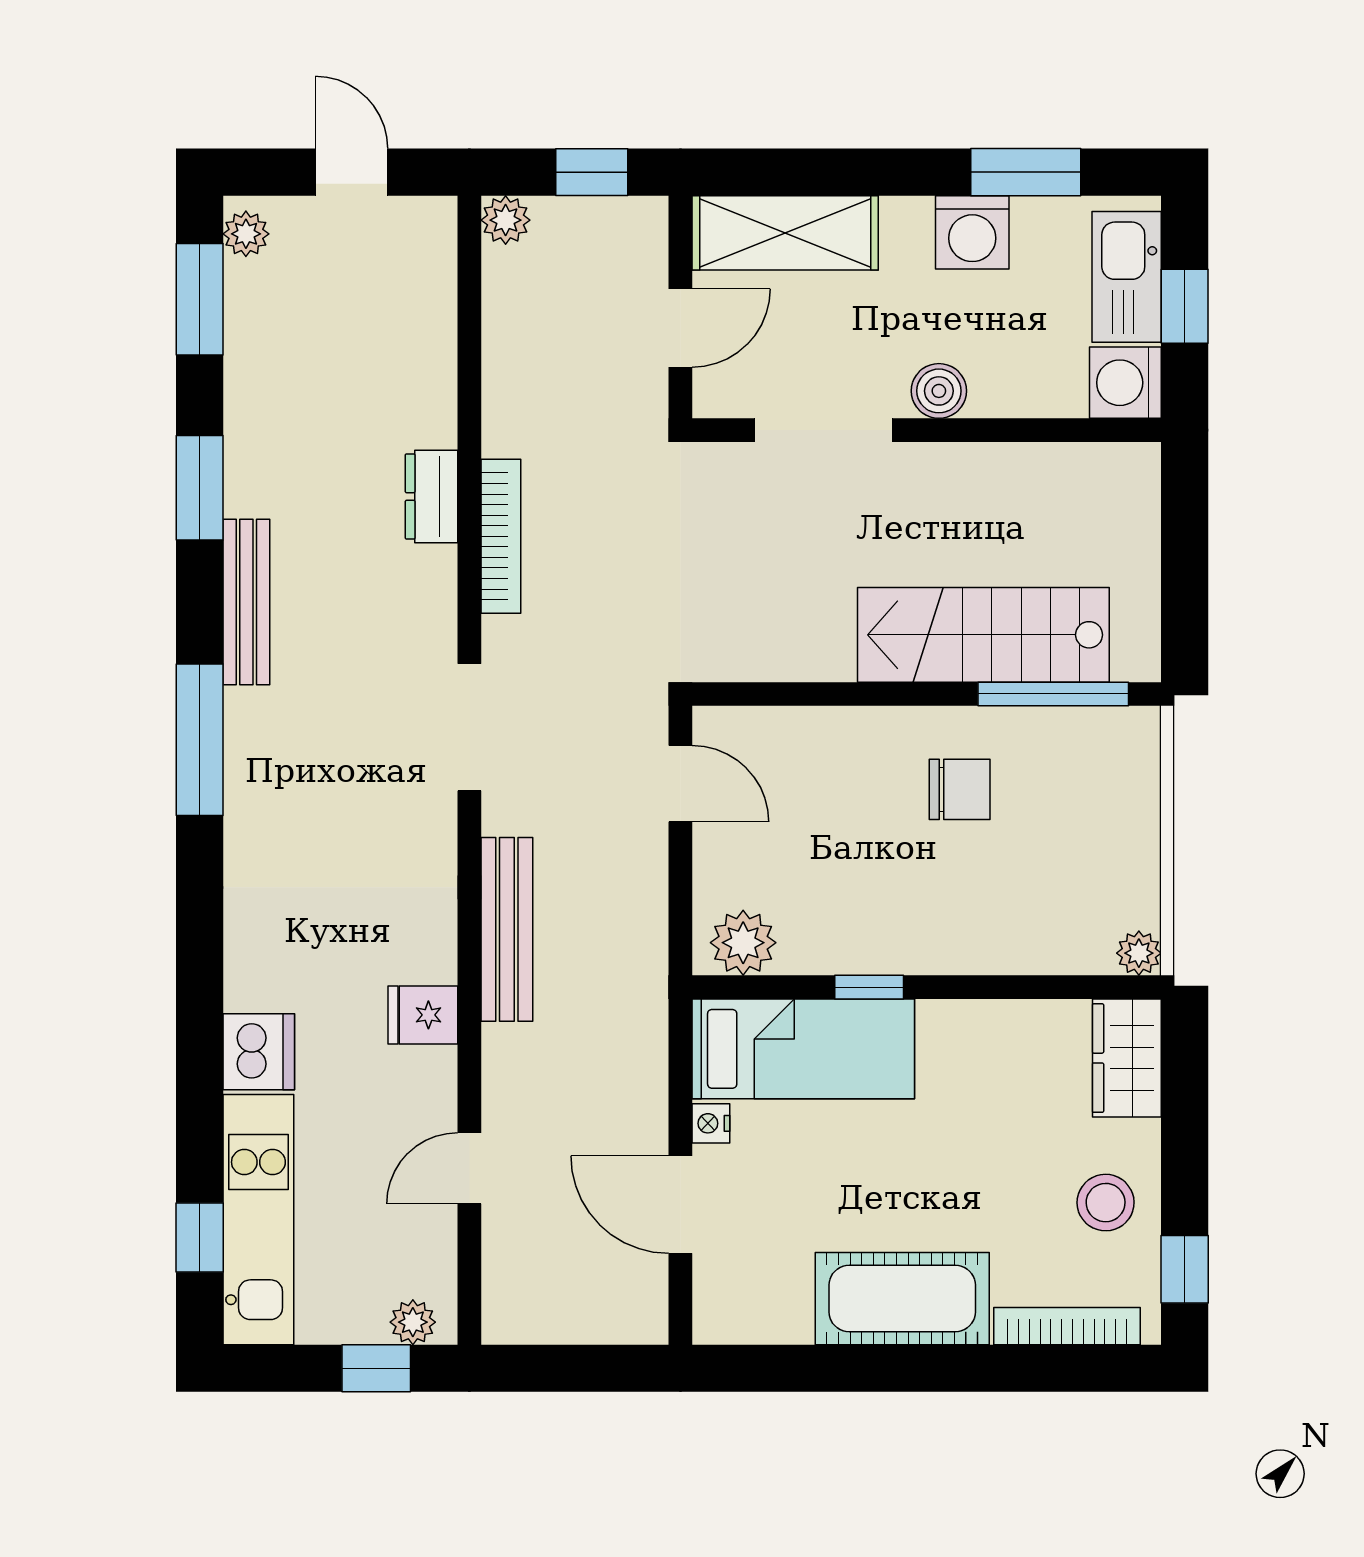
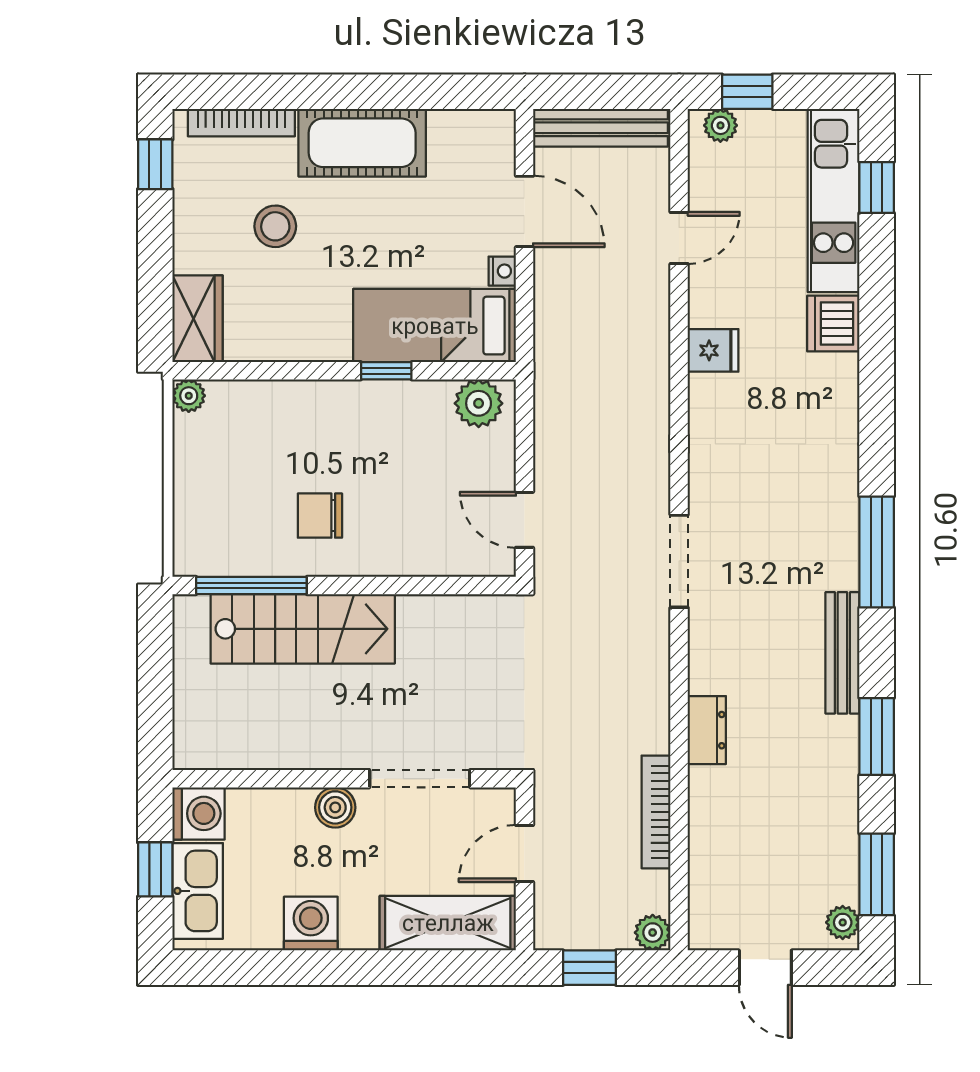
window: (1026, 172) -> (272, 968), removed
bookcase: (501, 536) -> (656, 812), moved
bench: (507, 929) -> (600, 128), moved, turned 90
stool: (1106, 1203) -> (275, 226), moved

